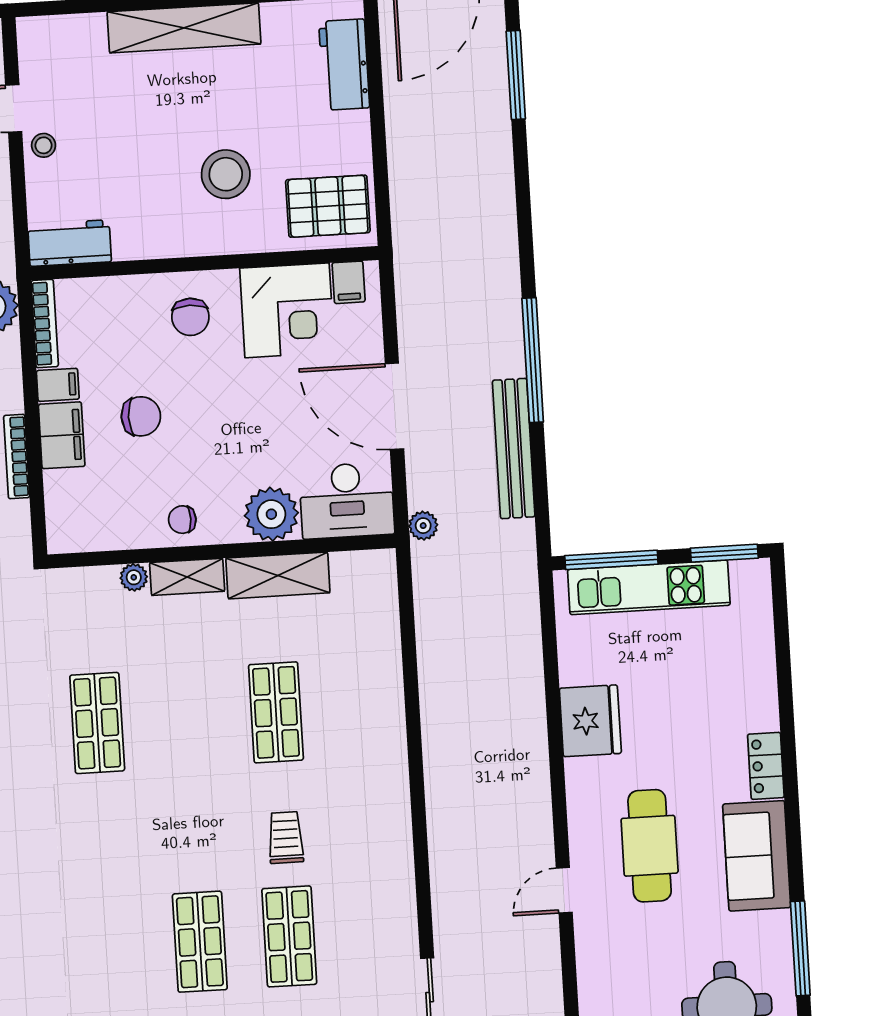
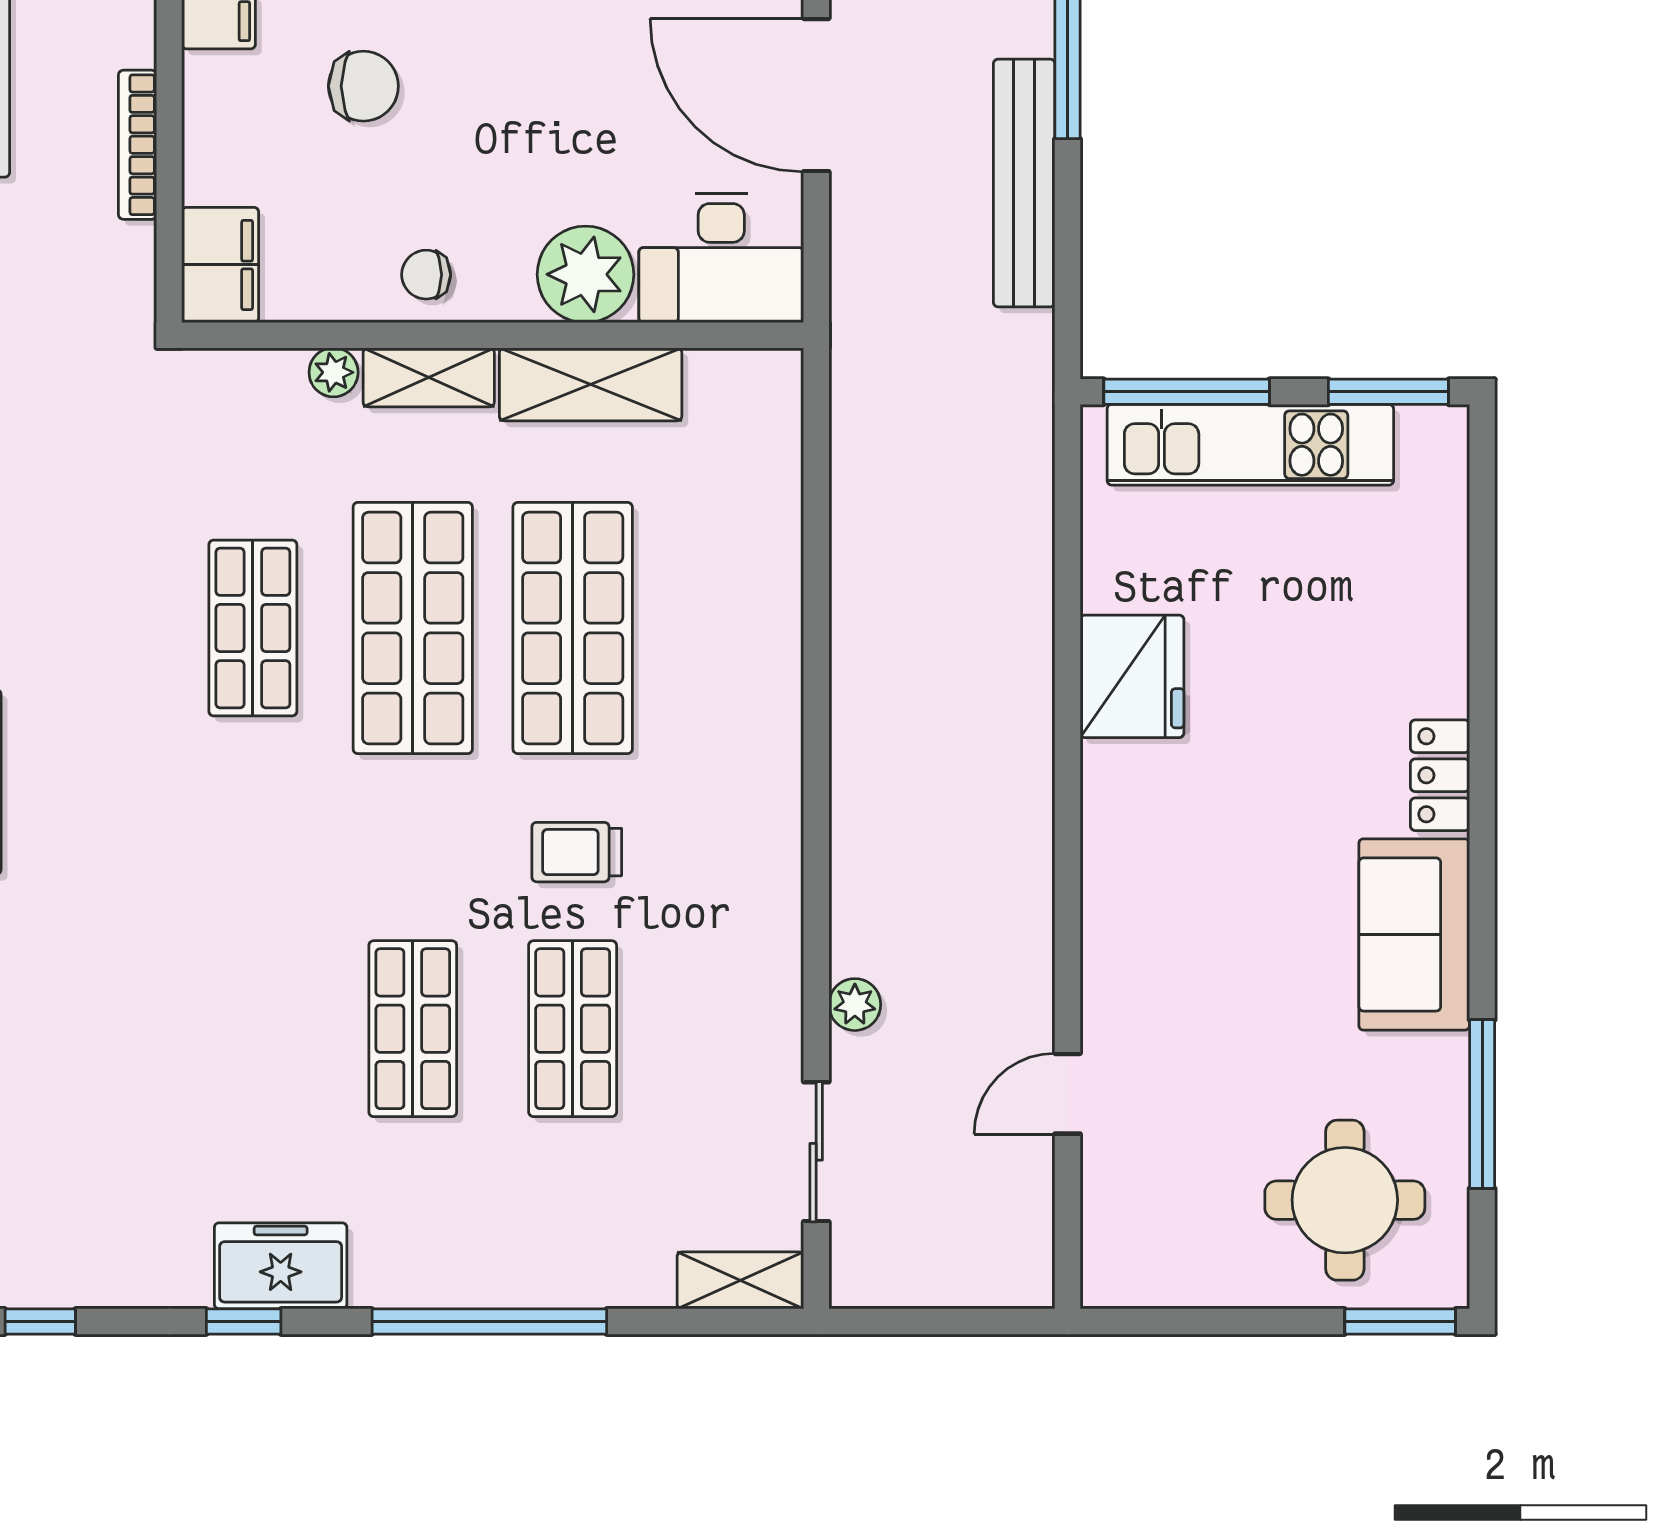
filing cabinet: (62, 435) -> (220, 265), moved
plant: (423, 526) -> (855, 1005), moved
shop shelf: (276, 712) -> (573, 628), width x1.43, depth x1.36
shop shelf: (187, 718) -> (413, 628), added
trolley: (286, 838) -> (577, 852), turned -90
cafe table: (650, 846) -> (1224, 905), removed
door: (564, 890) -> (1067, 1094), moved

